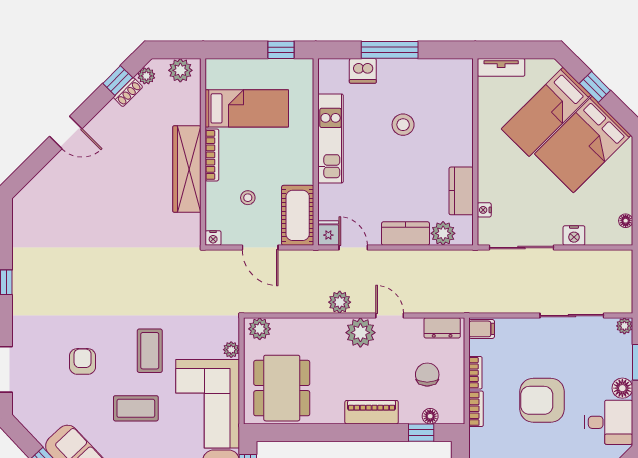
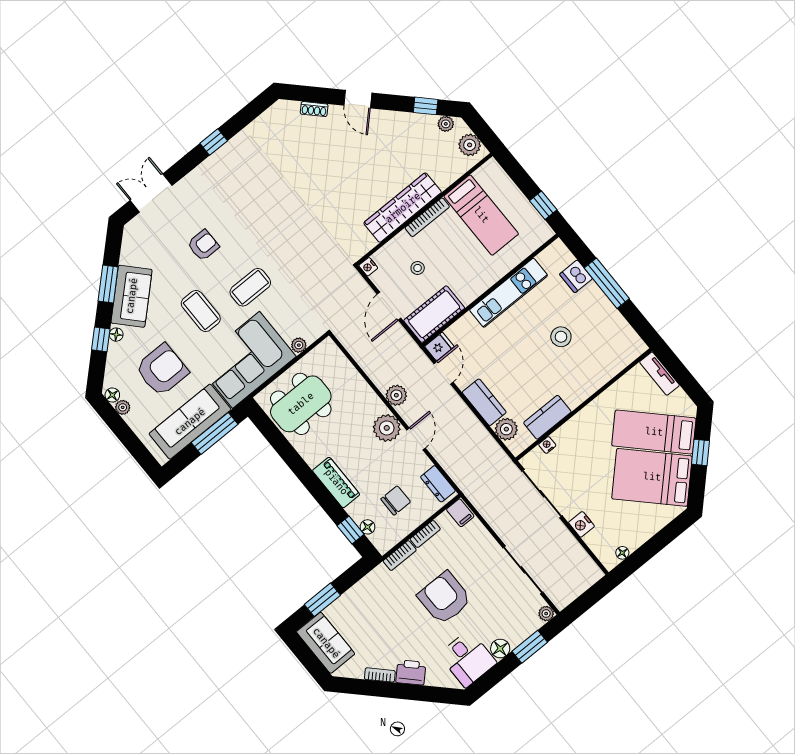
shoe rack: (128, 92) -> (314, 109), moved
plant: (260, 329) -> (330, 353), removed

